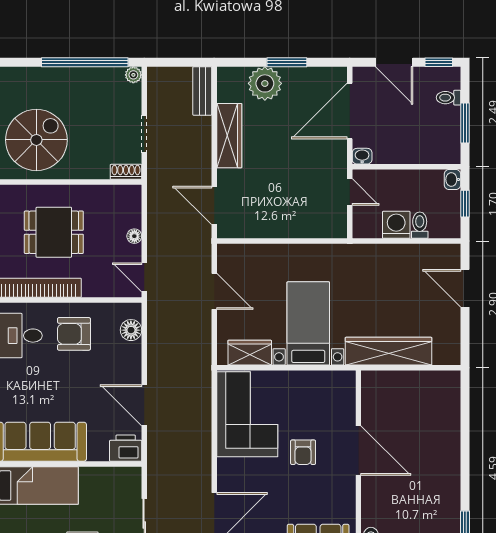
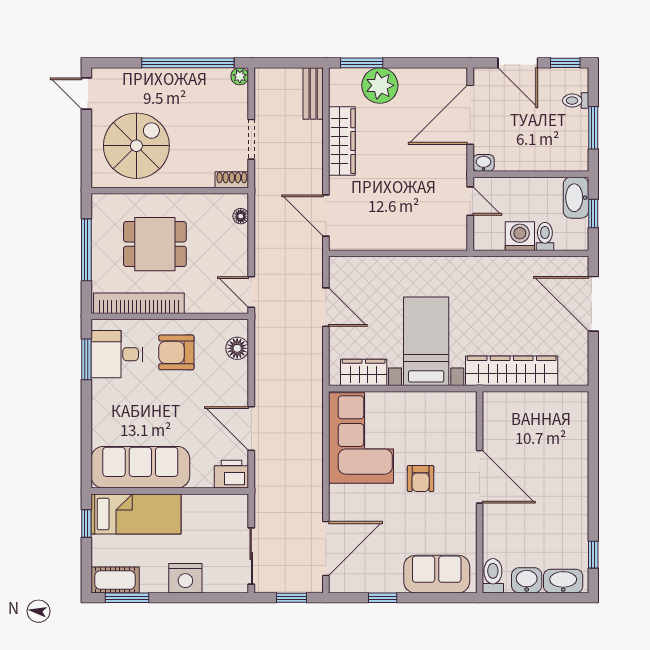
window: (287, 62) -> (362, 63), moved
washbasin: (452, 179) -> (576, 198), width x1.91, depth x1.45
floor lamp: (134, 236) -> (241, 216), moved
door: (465, 288) -> (593, 304), width x1.36

